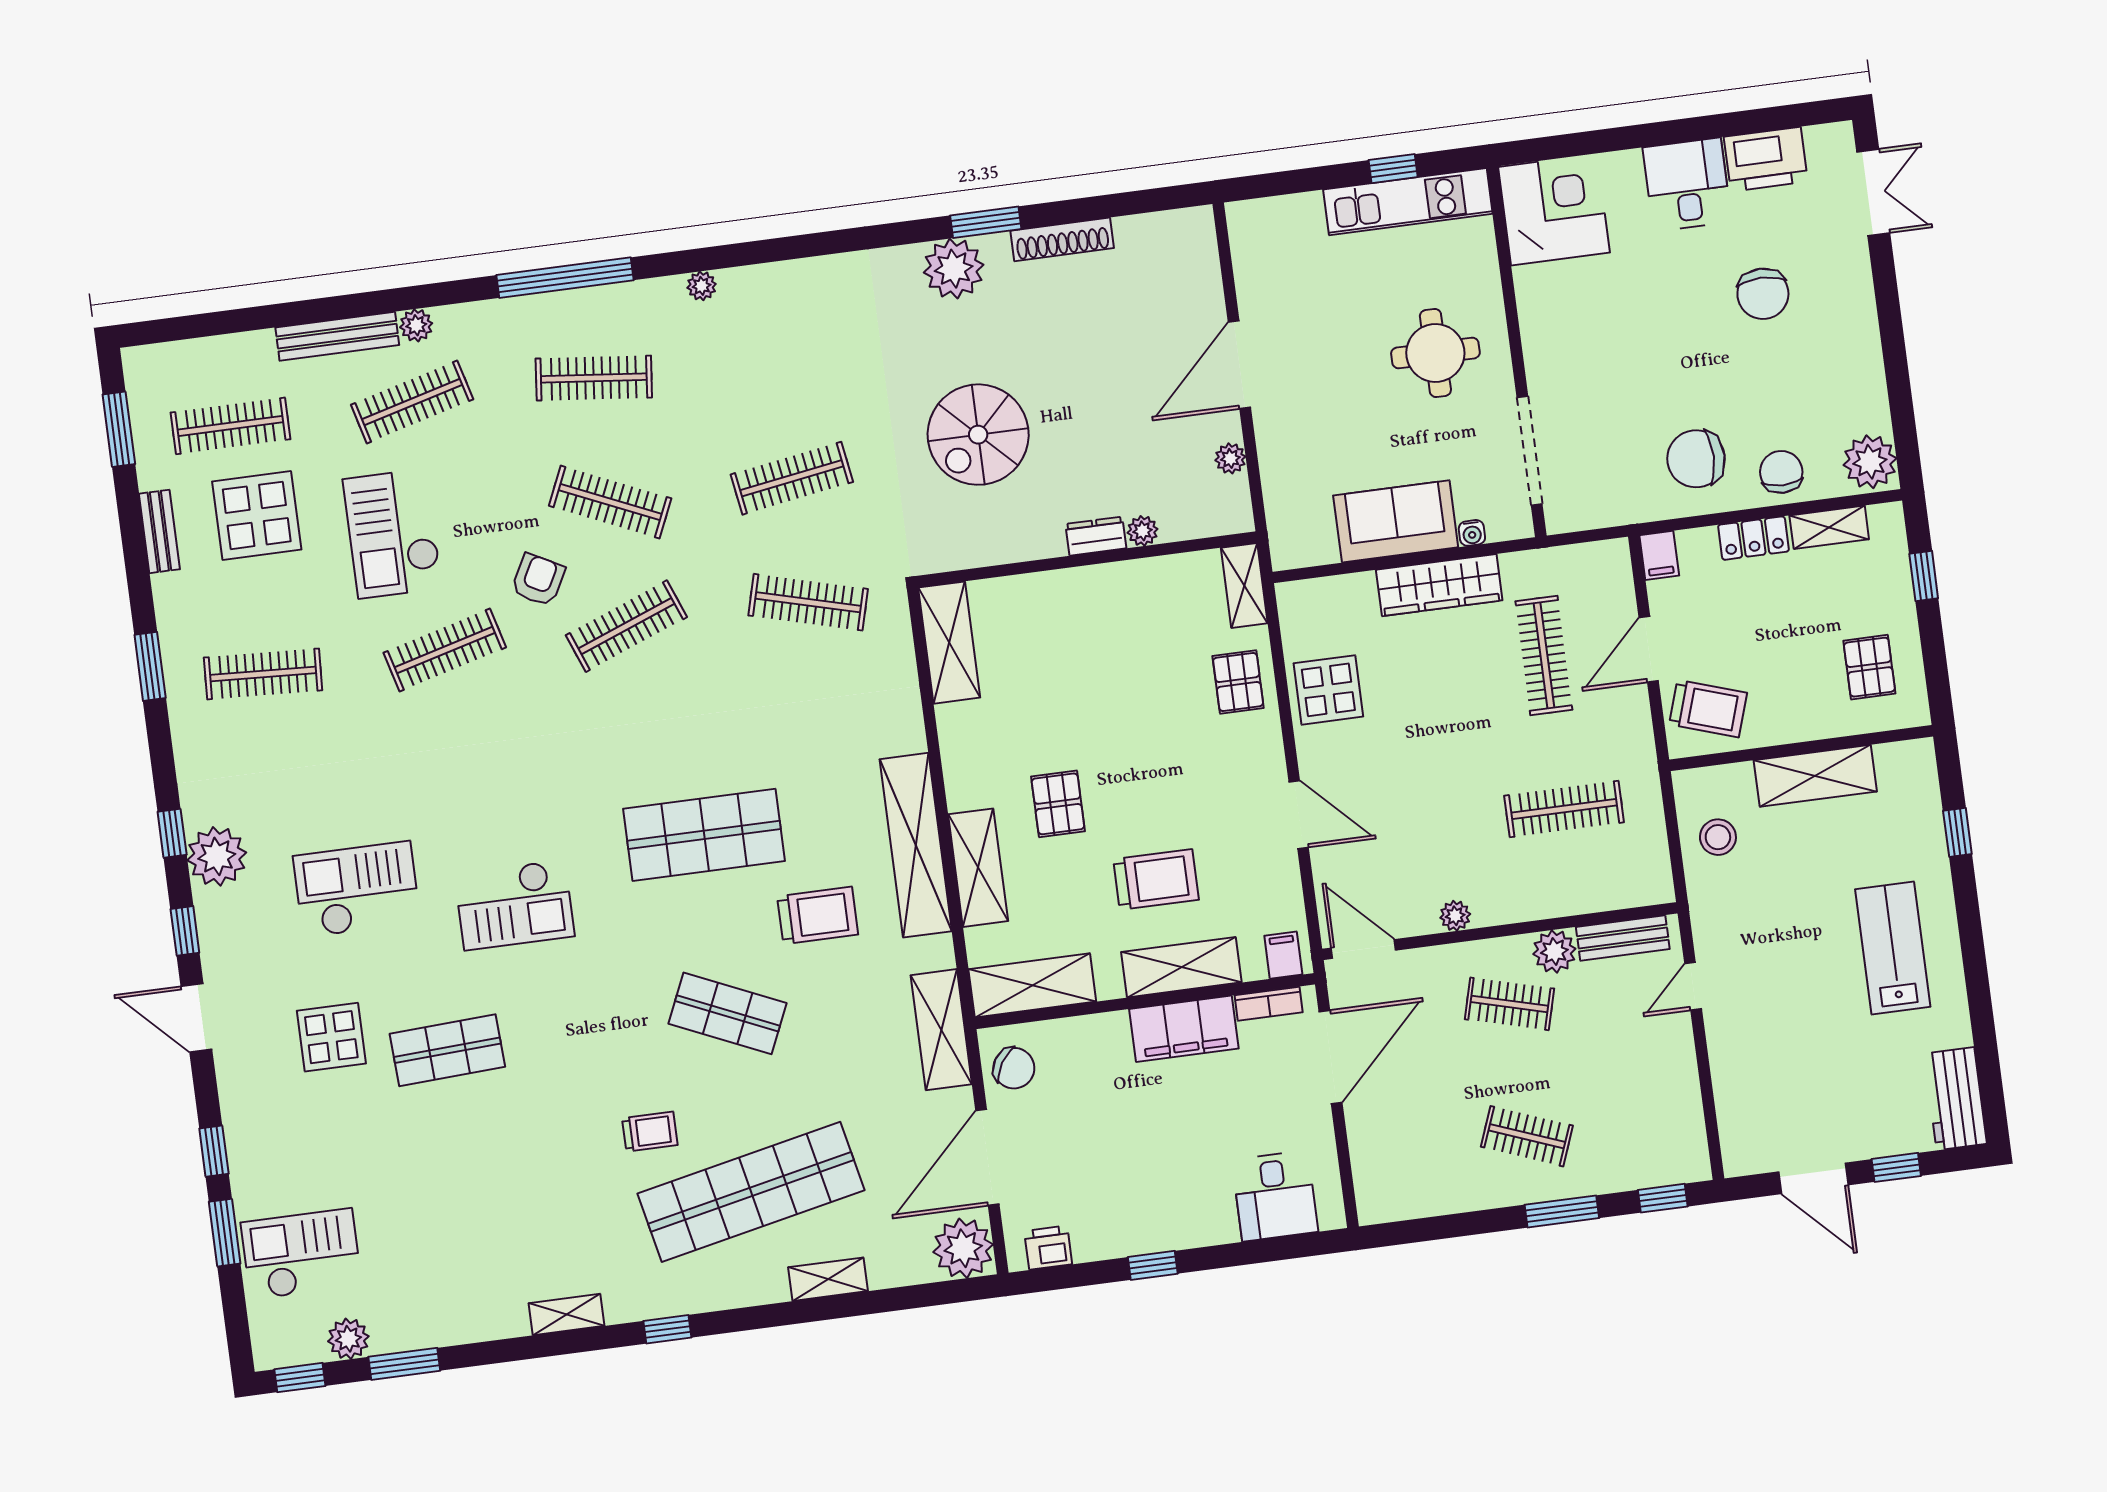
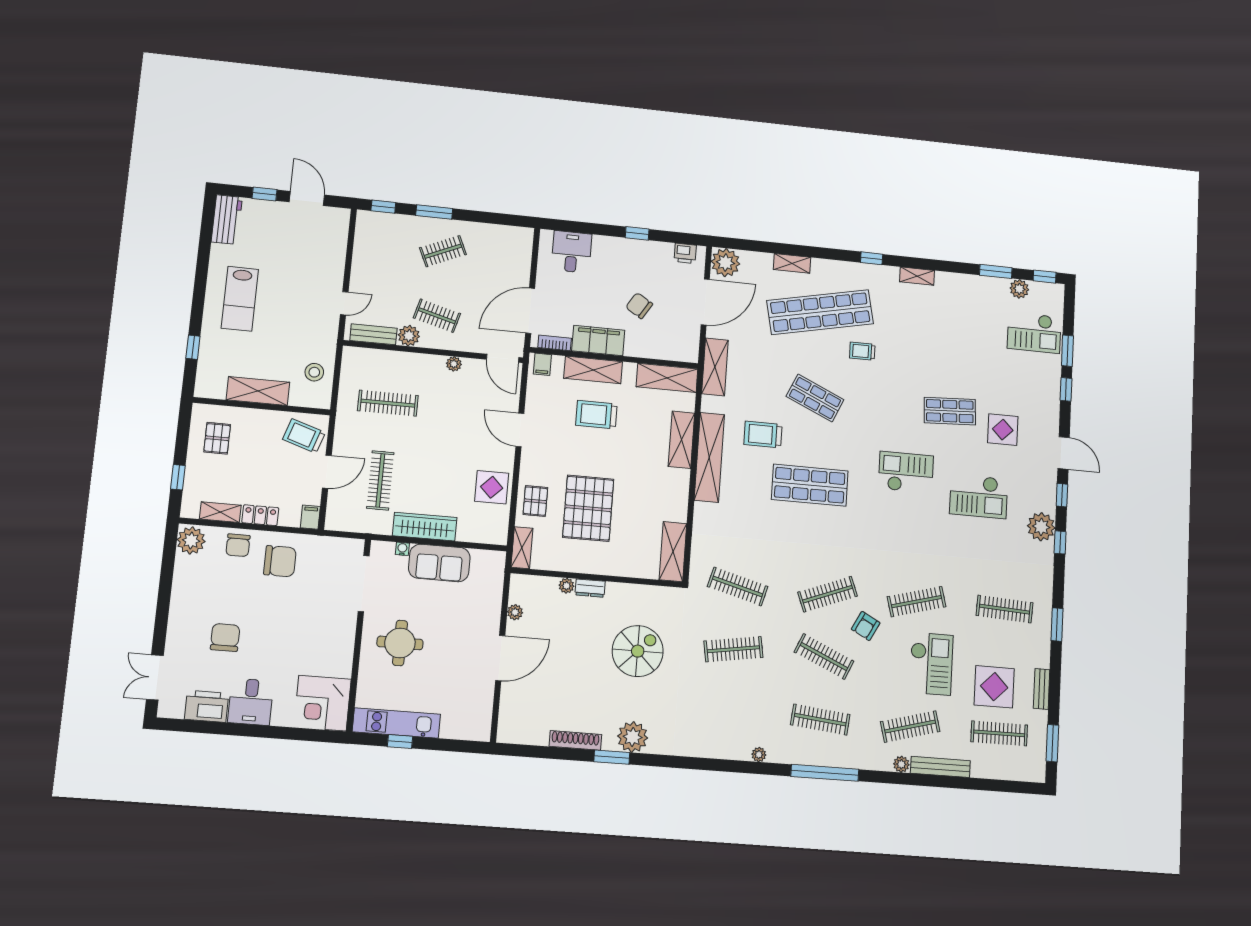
pallet: (1058, 804) -> (588, 508), moved, width x2.05, depth x2.00
chair: (1014, 1068) -> (639, 306), moved
clothes rail: (1527, 1136) -> (443, 251), turned -45

